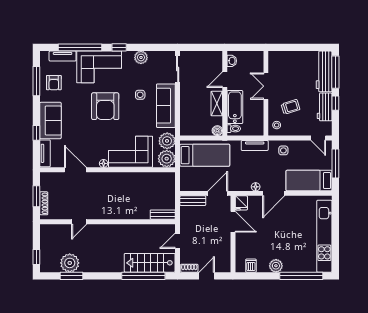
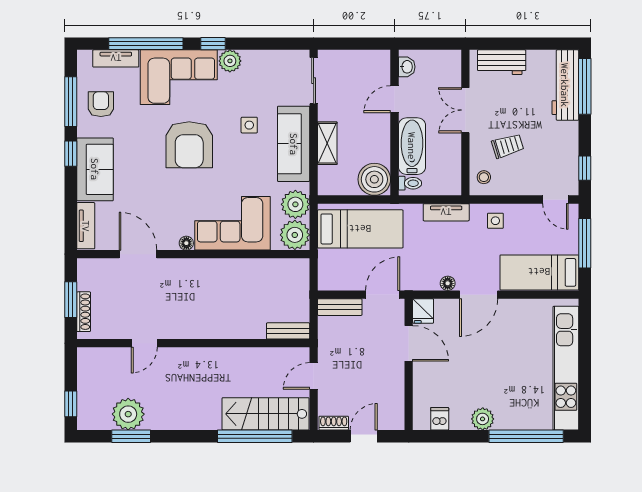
plant: (141, 57) -> (230, 61), moved
armchair: (54, 83) -> (101, 104), turned 180
window: (335, 103) -> (585, 168), moved
shelving: (217, 104) -> (327, 143), moved
workbench: (325, 107) -> (502, 62), moved, turned -90
boiler: (217, 131) -> (374, 179), width x1.86, depth x1.86
window: (36, 133) -> (71, 154), moved

